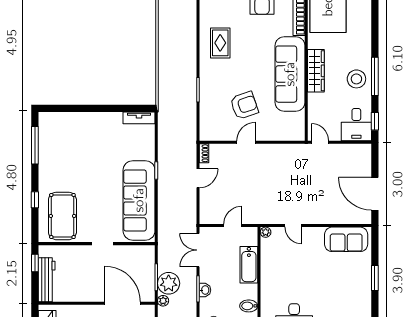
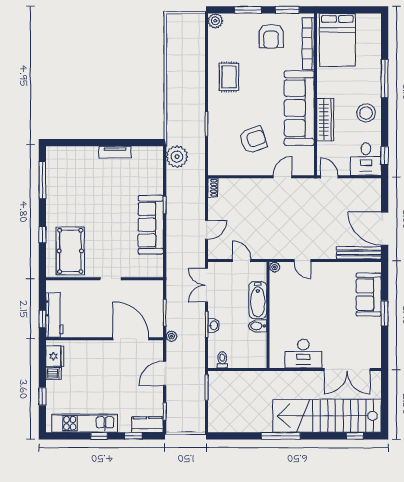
wardrobe: (316, 71) -> (325, 120), moved
window: (375, 76) -> (385, 79), moved
tv unit: (139, 118) -> (115, 152), moved
door: (246, 142) -> (283, 177), moved
door: (198, 178) -> (207, 230), moved
sofa: (139, 200) -> (151, 225), width x0.74, depth x0.79
bench: (349, 218) -> (359, 253), added
door: (233, 226) -> (242, 261), hinge flipped
sofa: (346, 239) -> (369, 295), moved, turned 90
window: (35, 263) -> (42, 319), moved
plant: (169, 283) -> (177, 157), moved
bidet: (249, 306) -> (258, 326), moved

